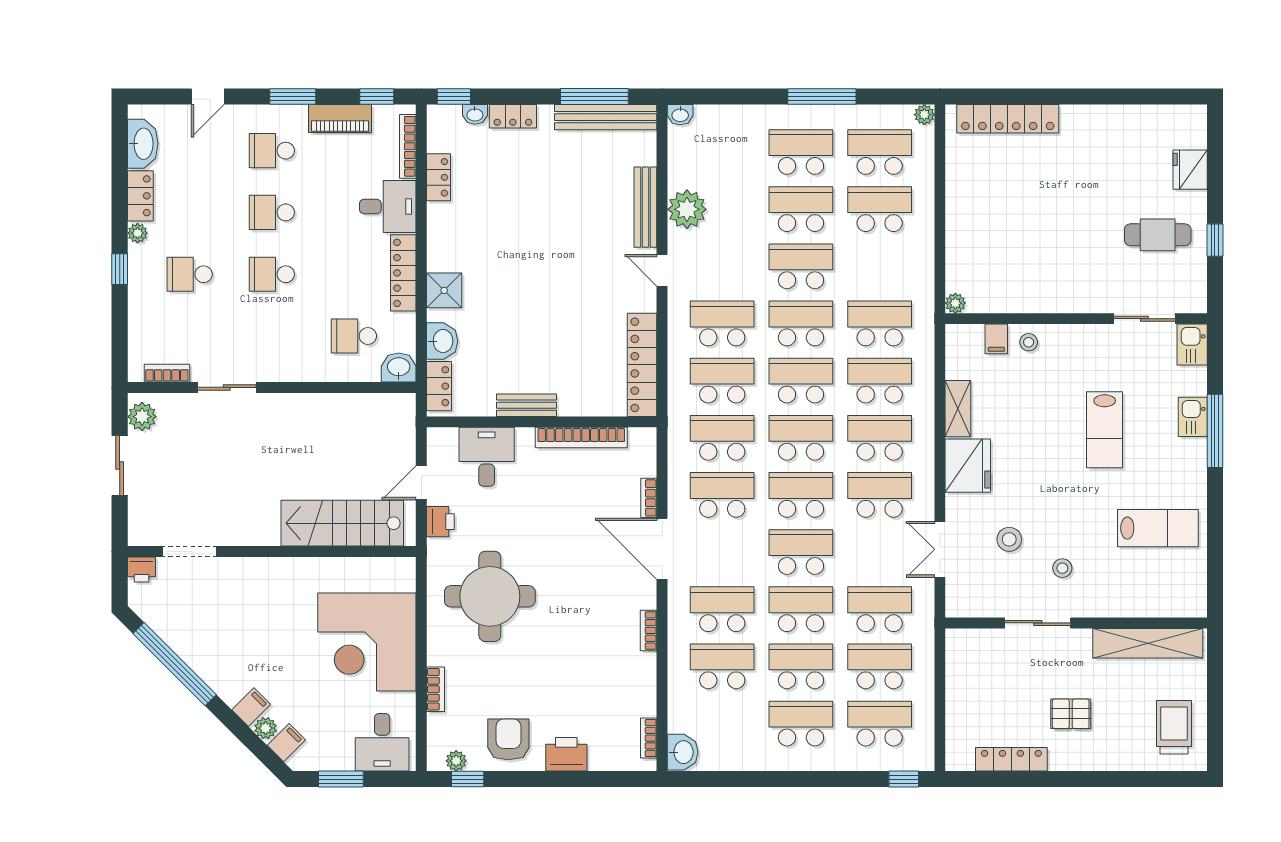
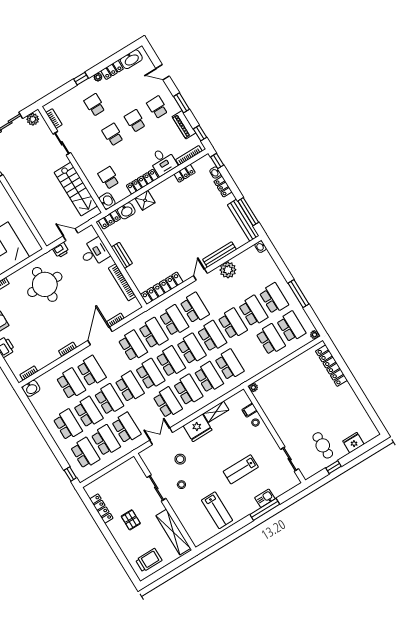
kitchen sink: (1192, 345) -> (291, 482), removed
stairs: (342, 523) -> (76, 189), moved, turned 180

